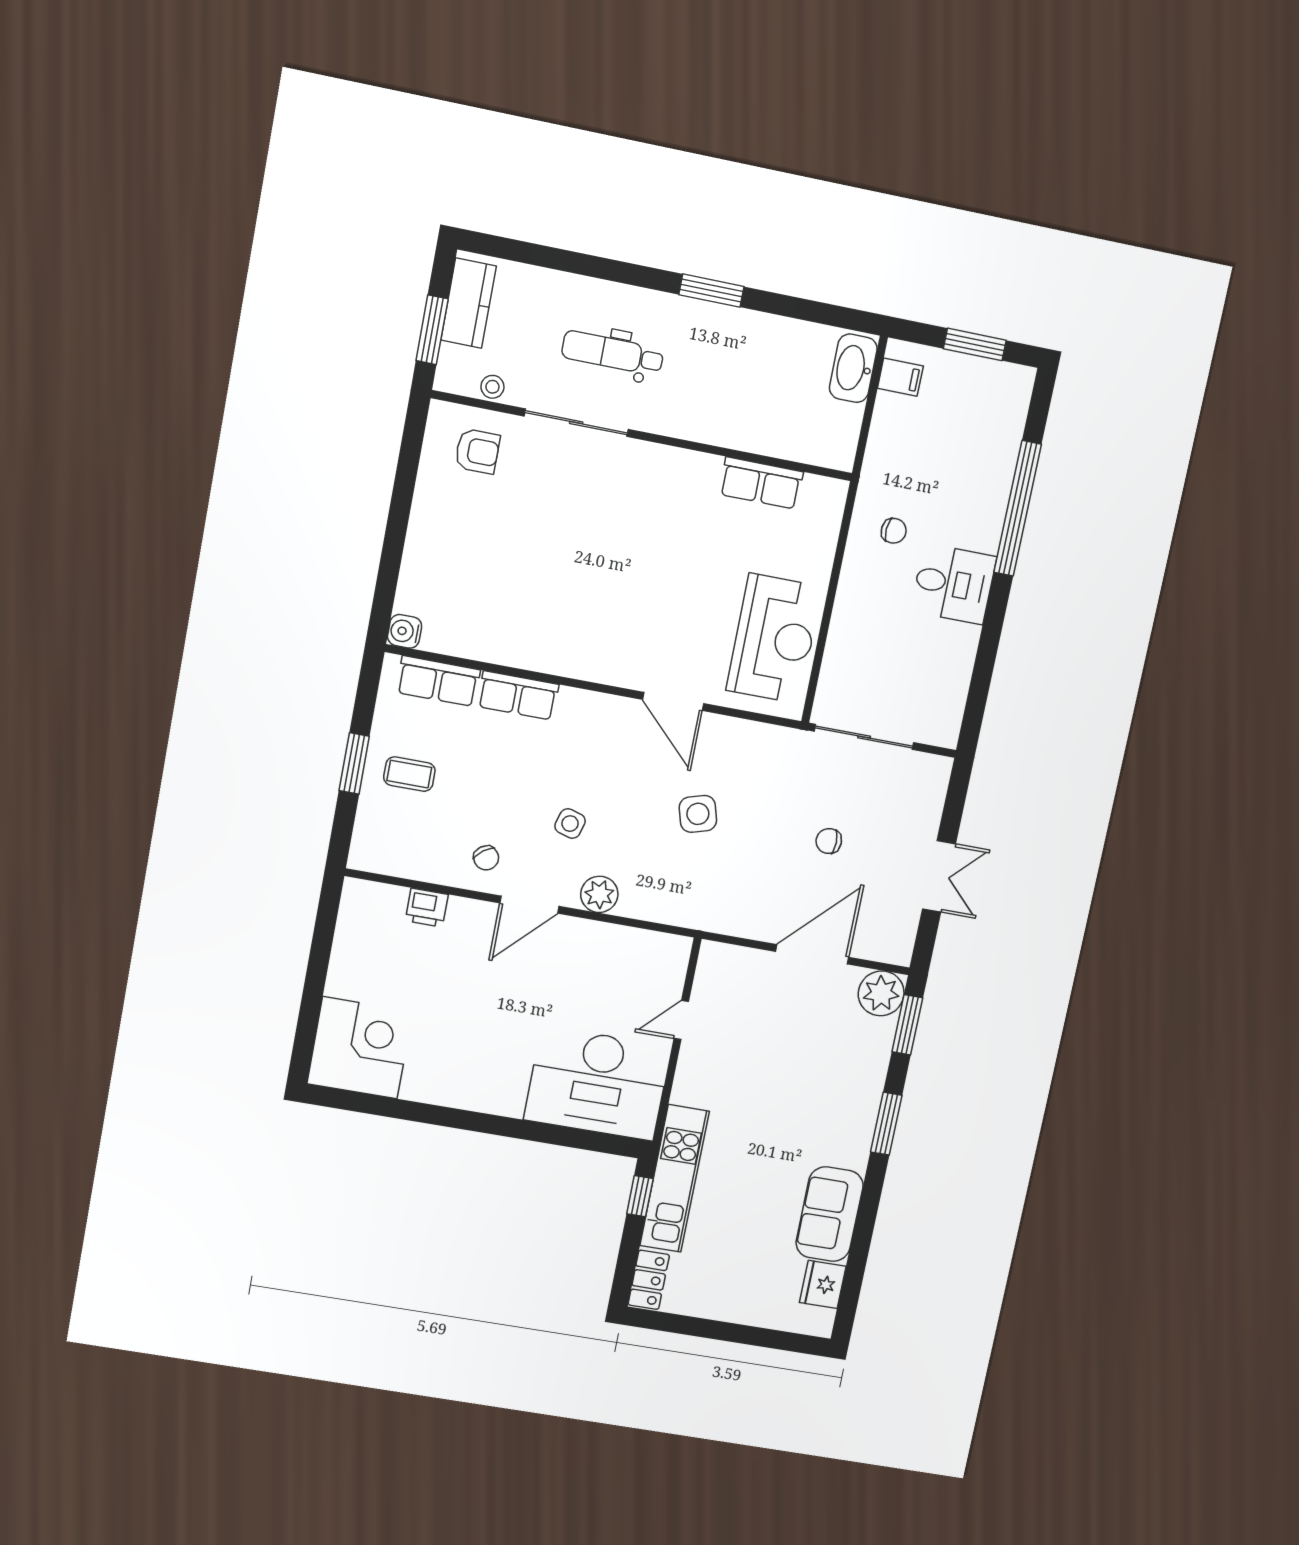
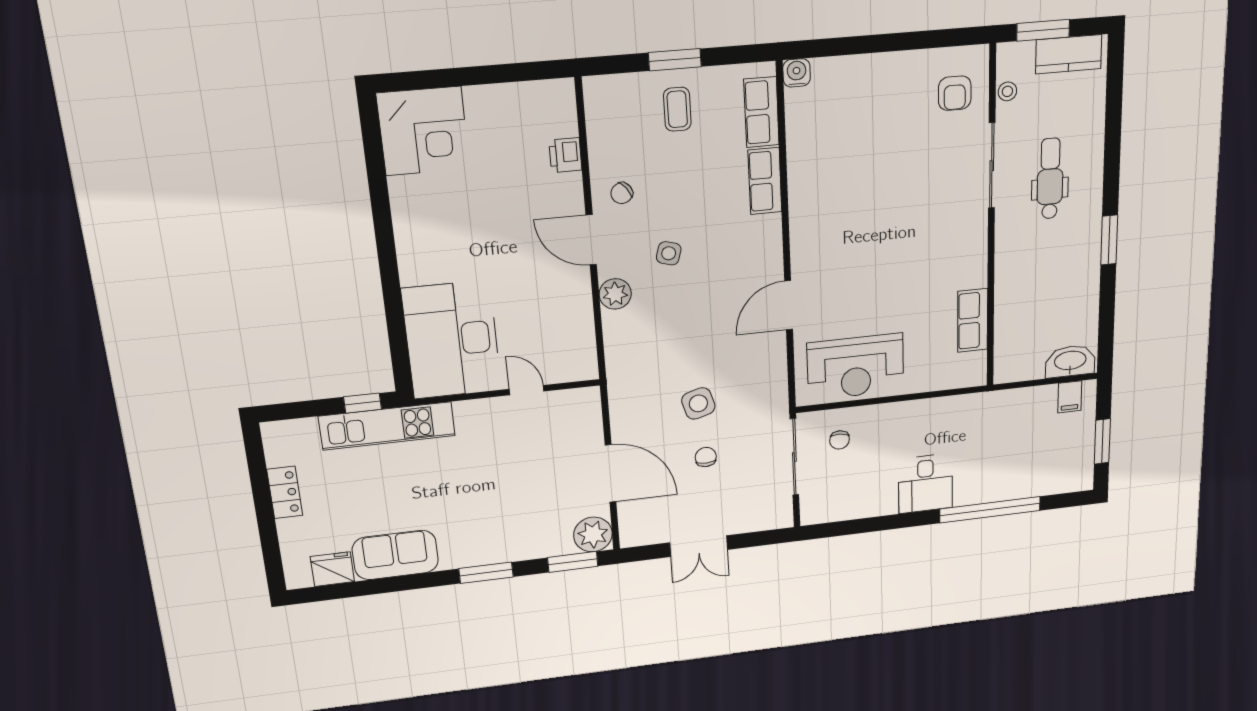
chair: (894, 531) -> (840, 440), moved
side table: (698, 814) -> (698, 403), moved
locker: (649, 1280) -> (285, 492), moved, turned -90

